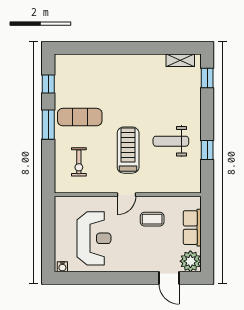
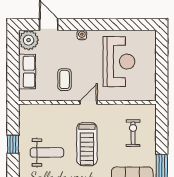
coffee table: (152, 219) -> (64, 80), turned 90
reception desk: (94, 238) -> (119, 62), turned 180
water cooler: (62, 267) -> (82, 35), moved

